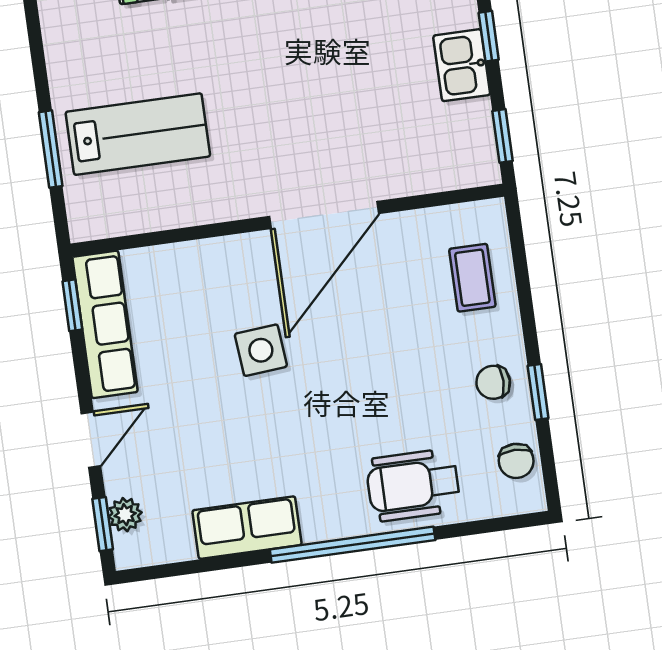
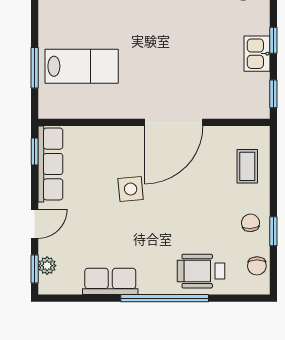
chair: (493, 382) -> (251, 223), turned 85

